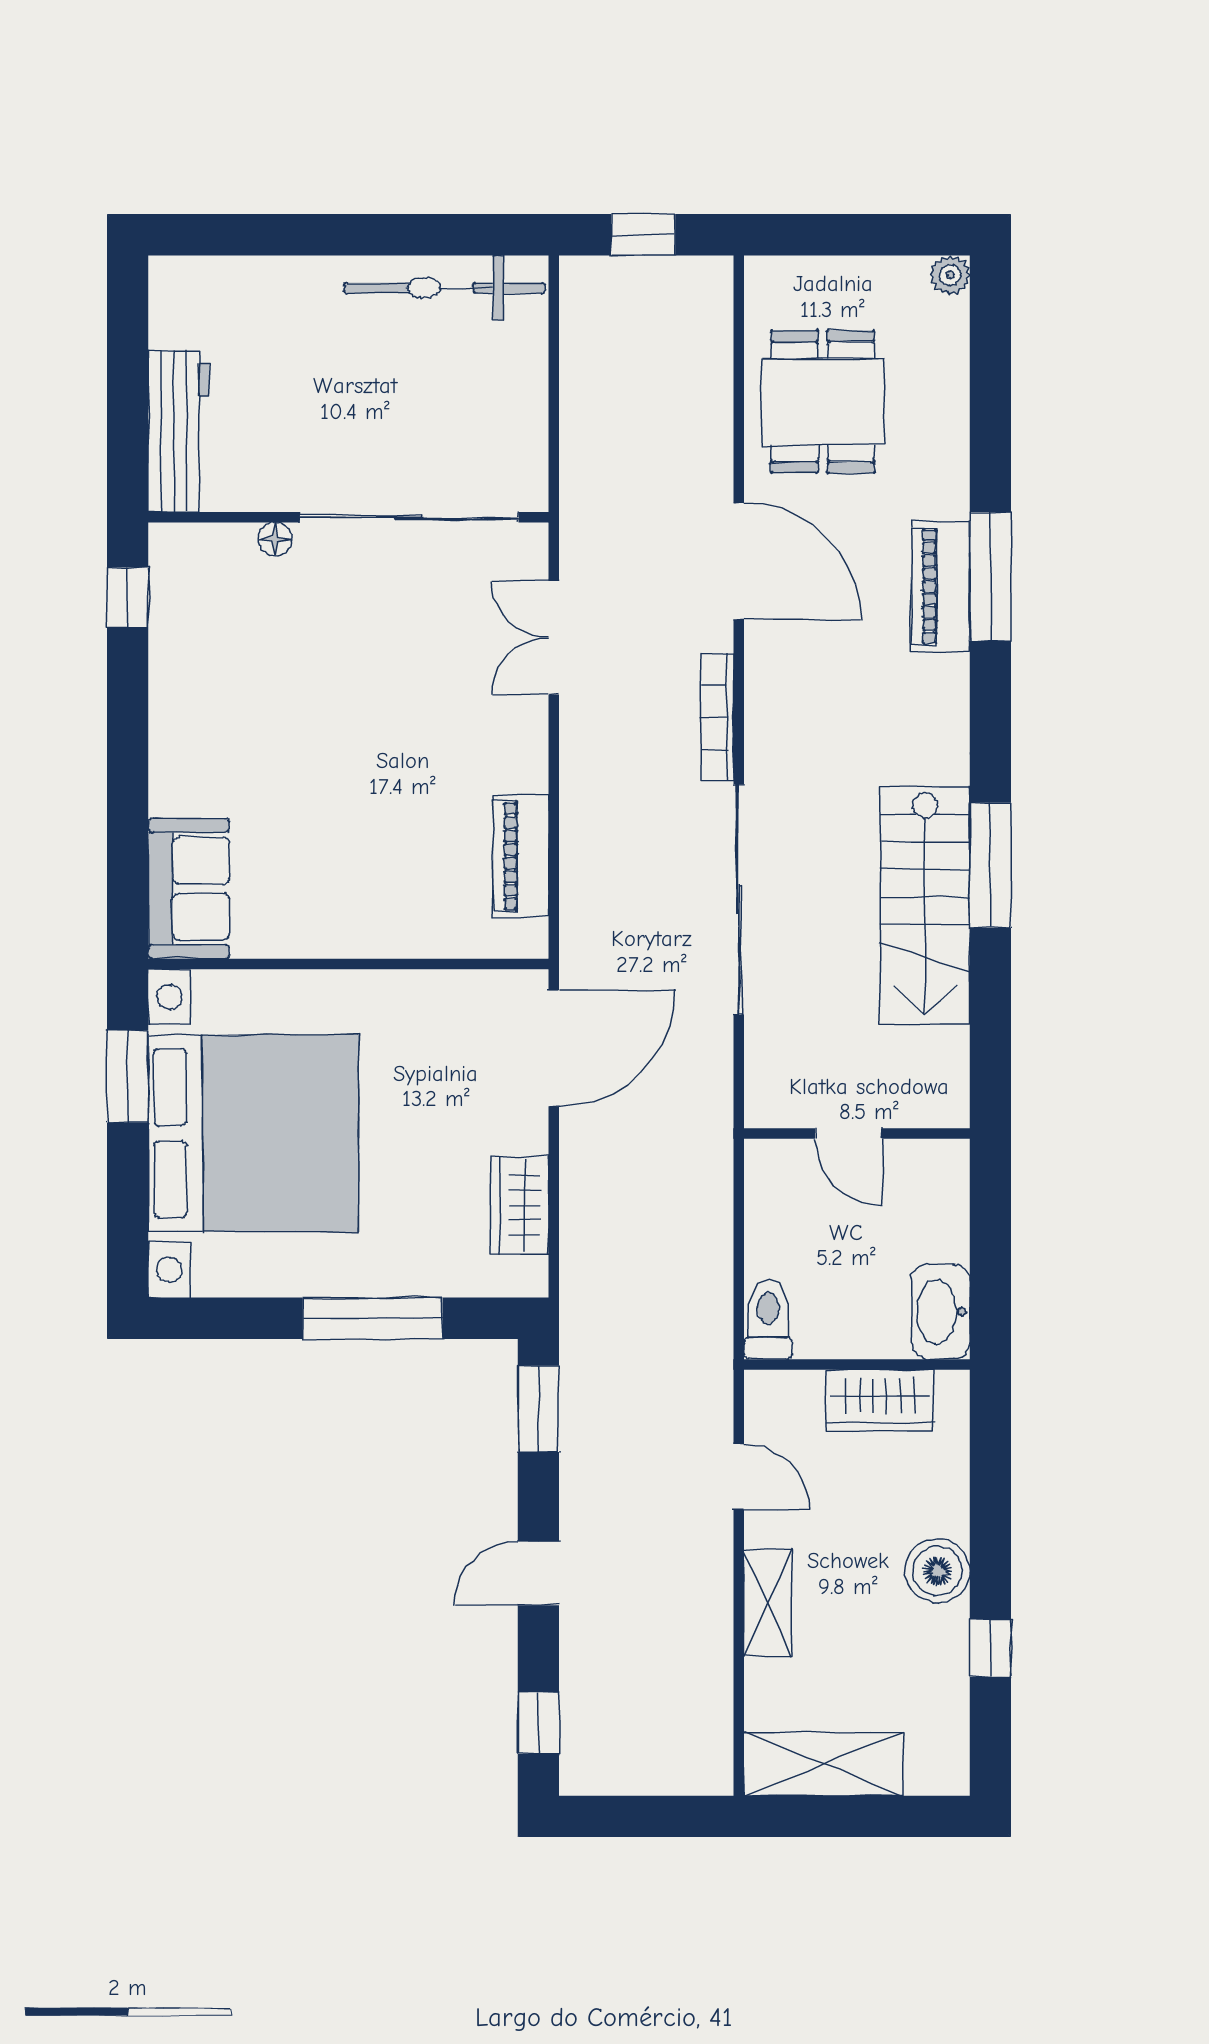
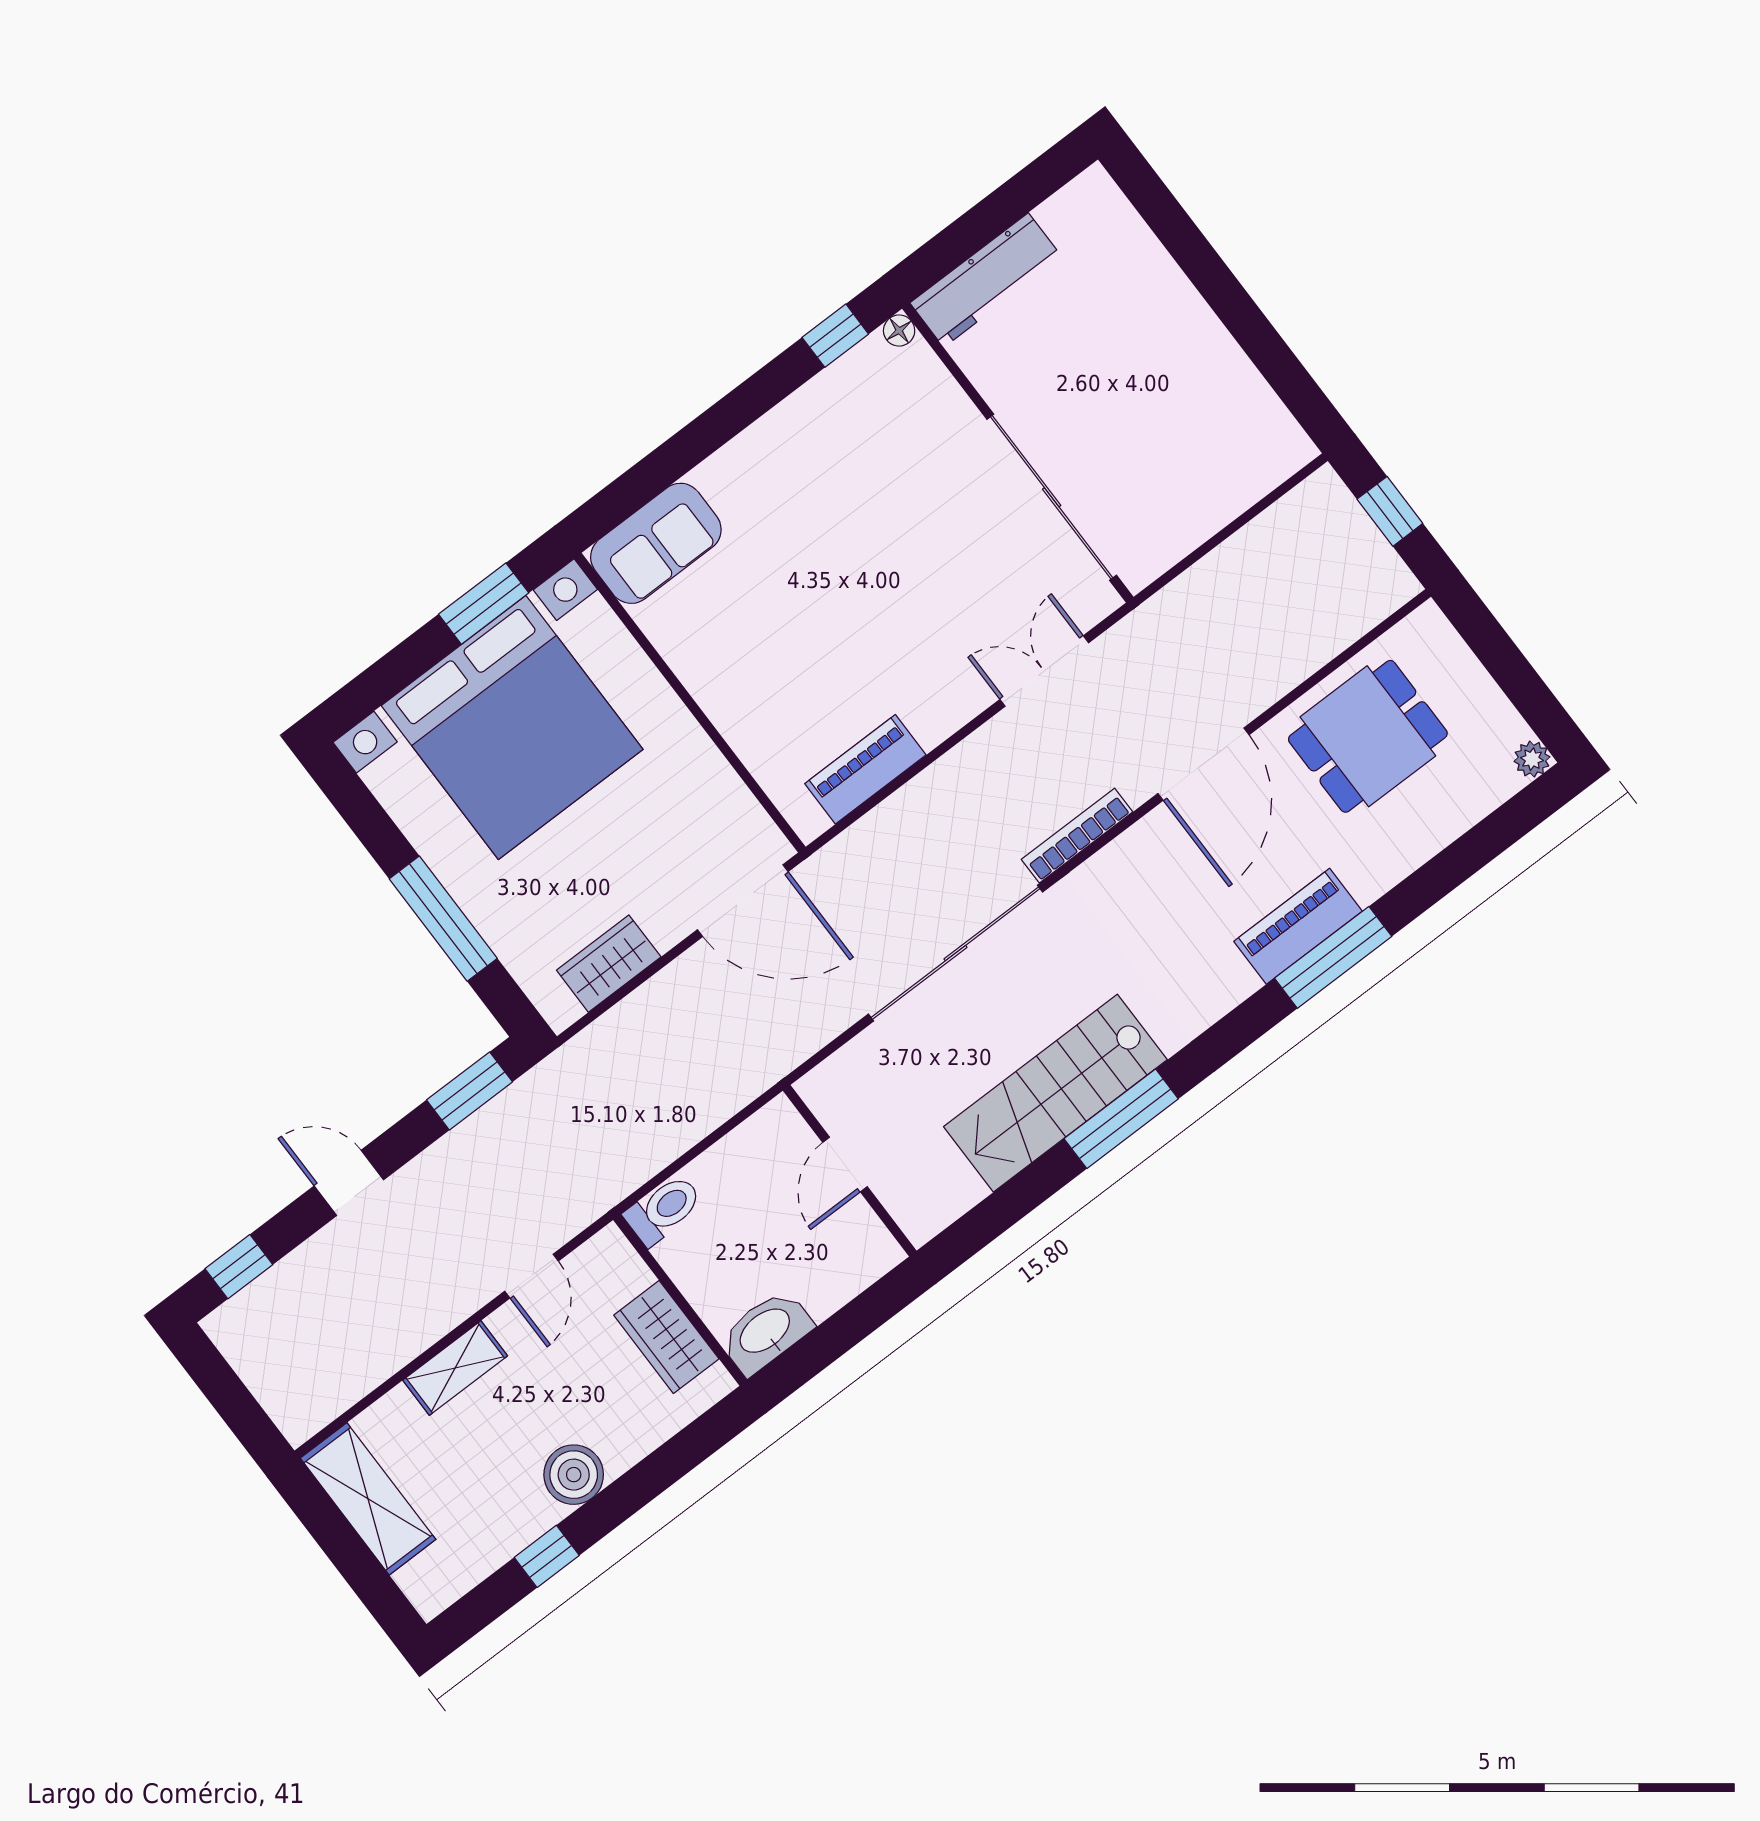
bicycle: (445, 288) -> (1240, 395), removed
floor lamp: (275, 539) -> (899, 331), moved

